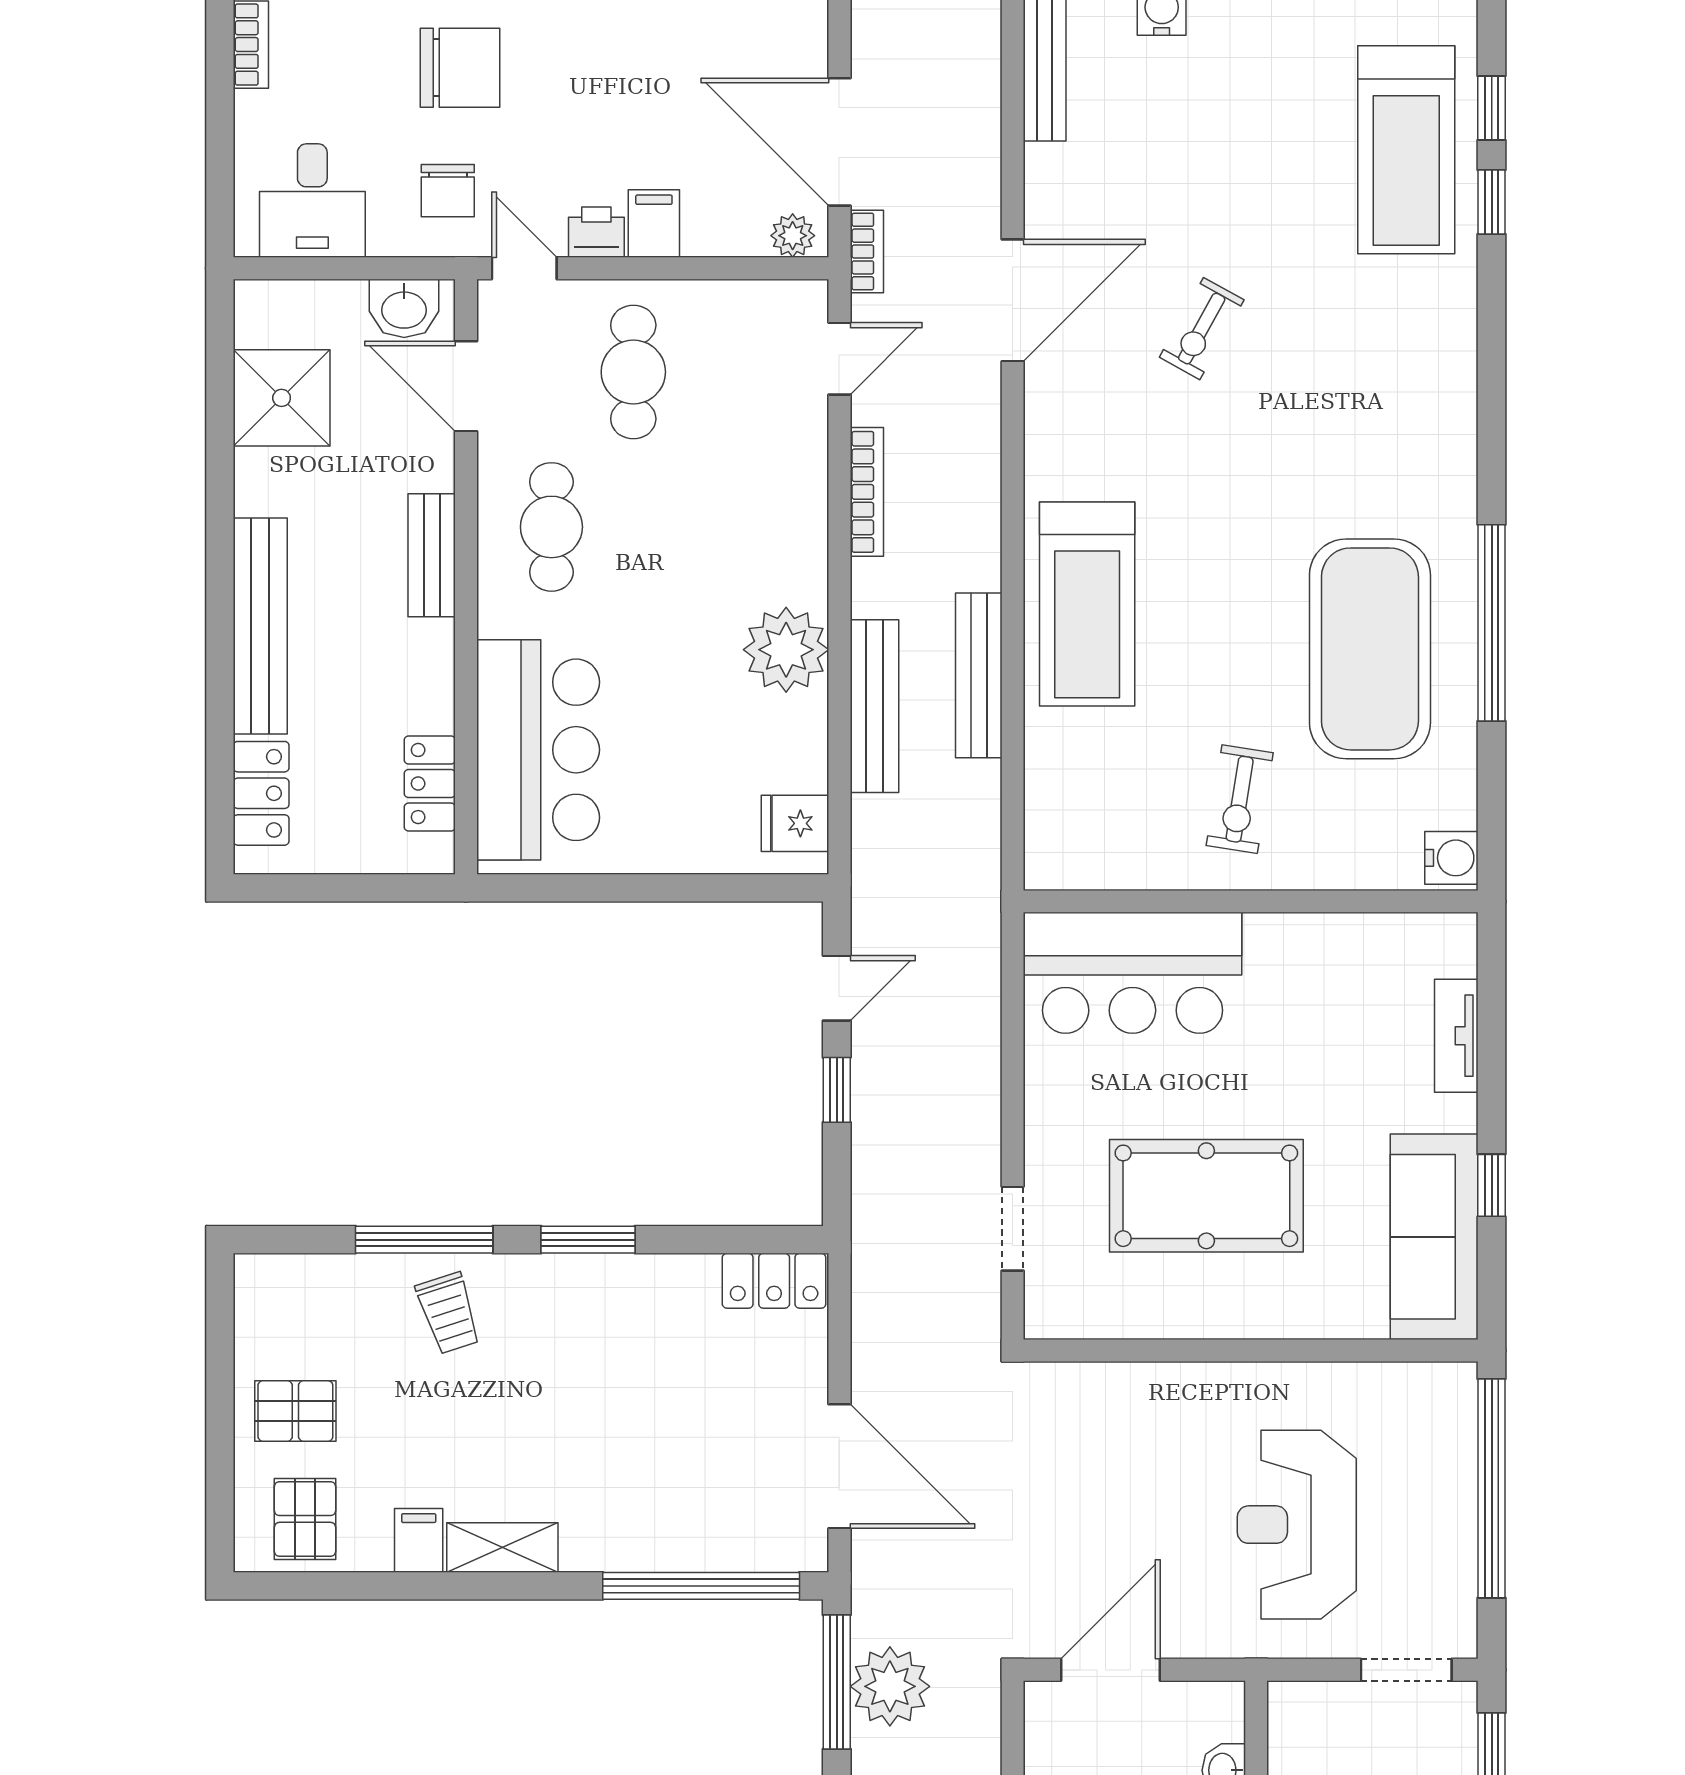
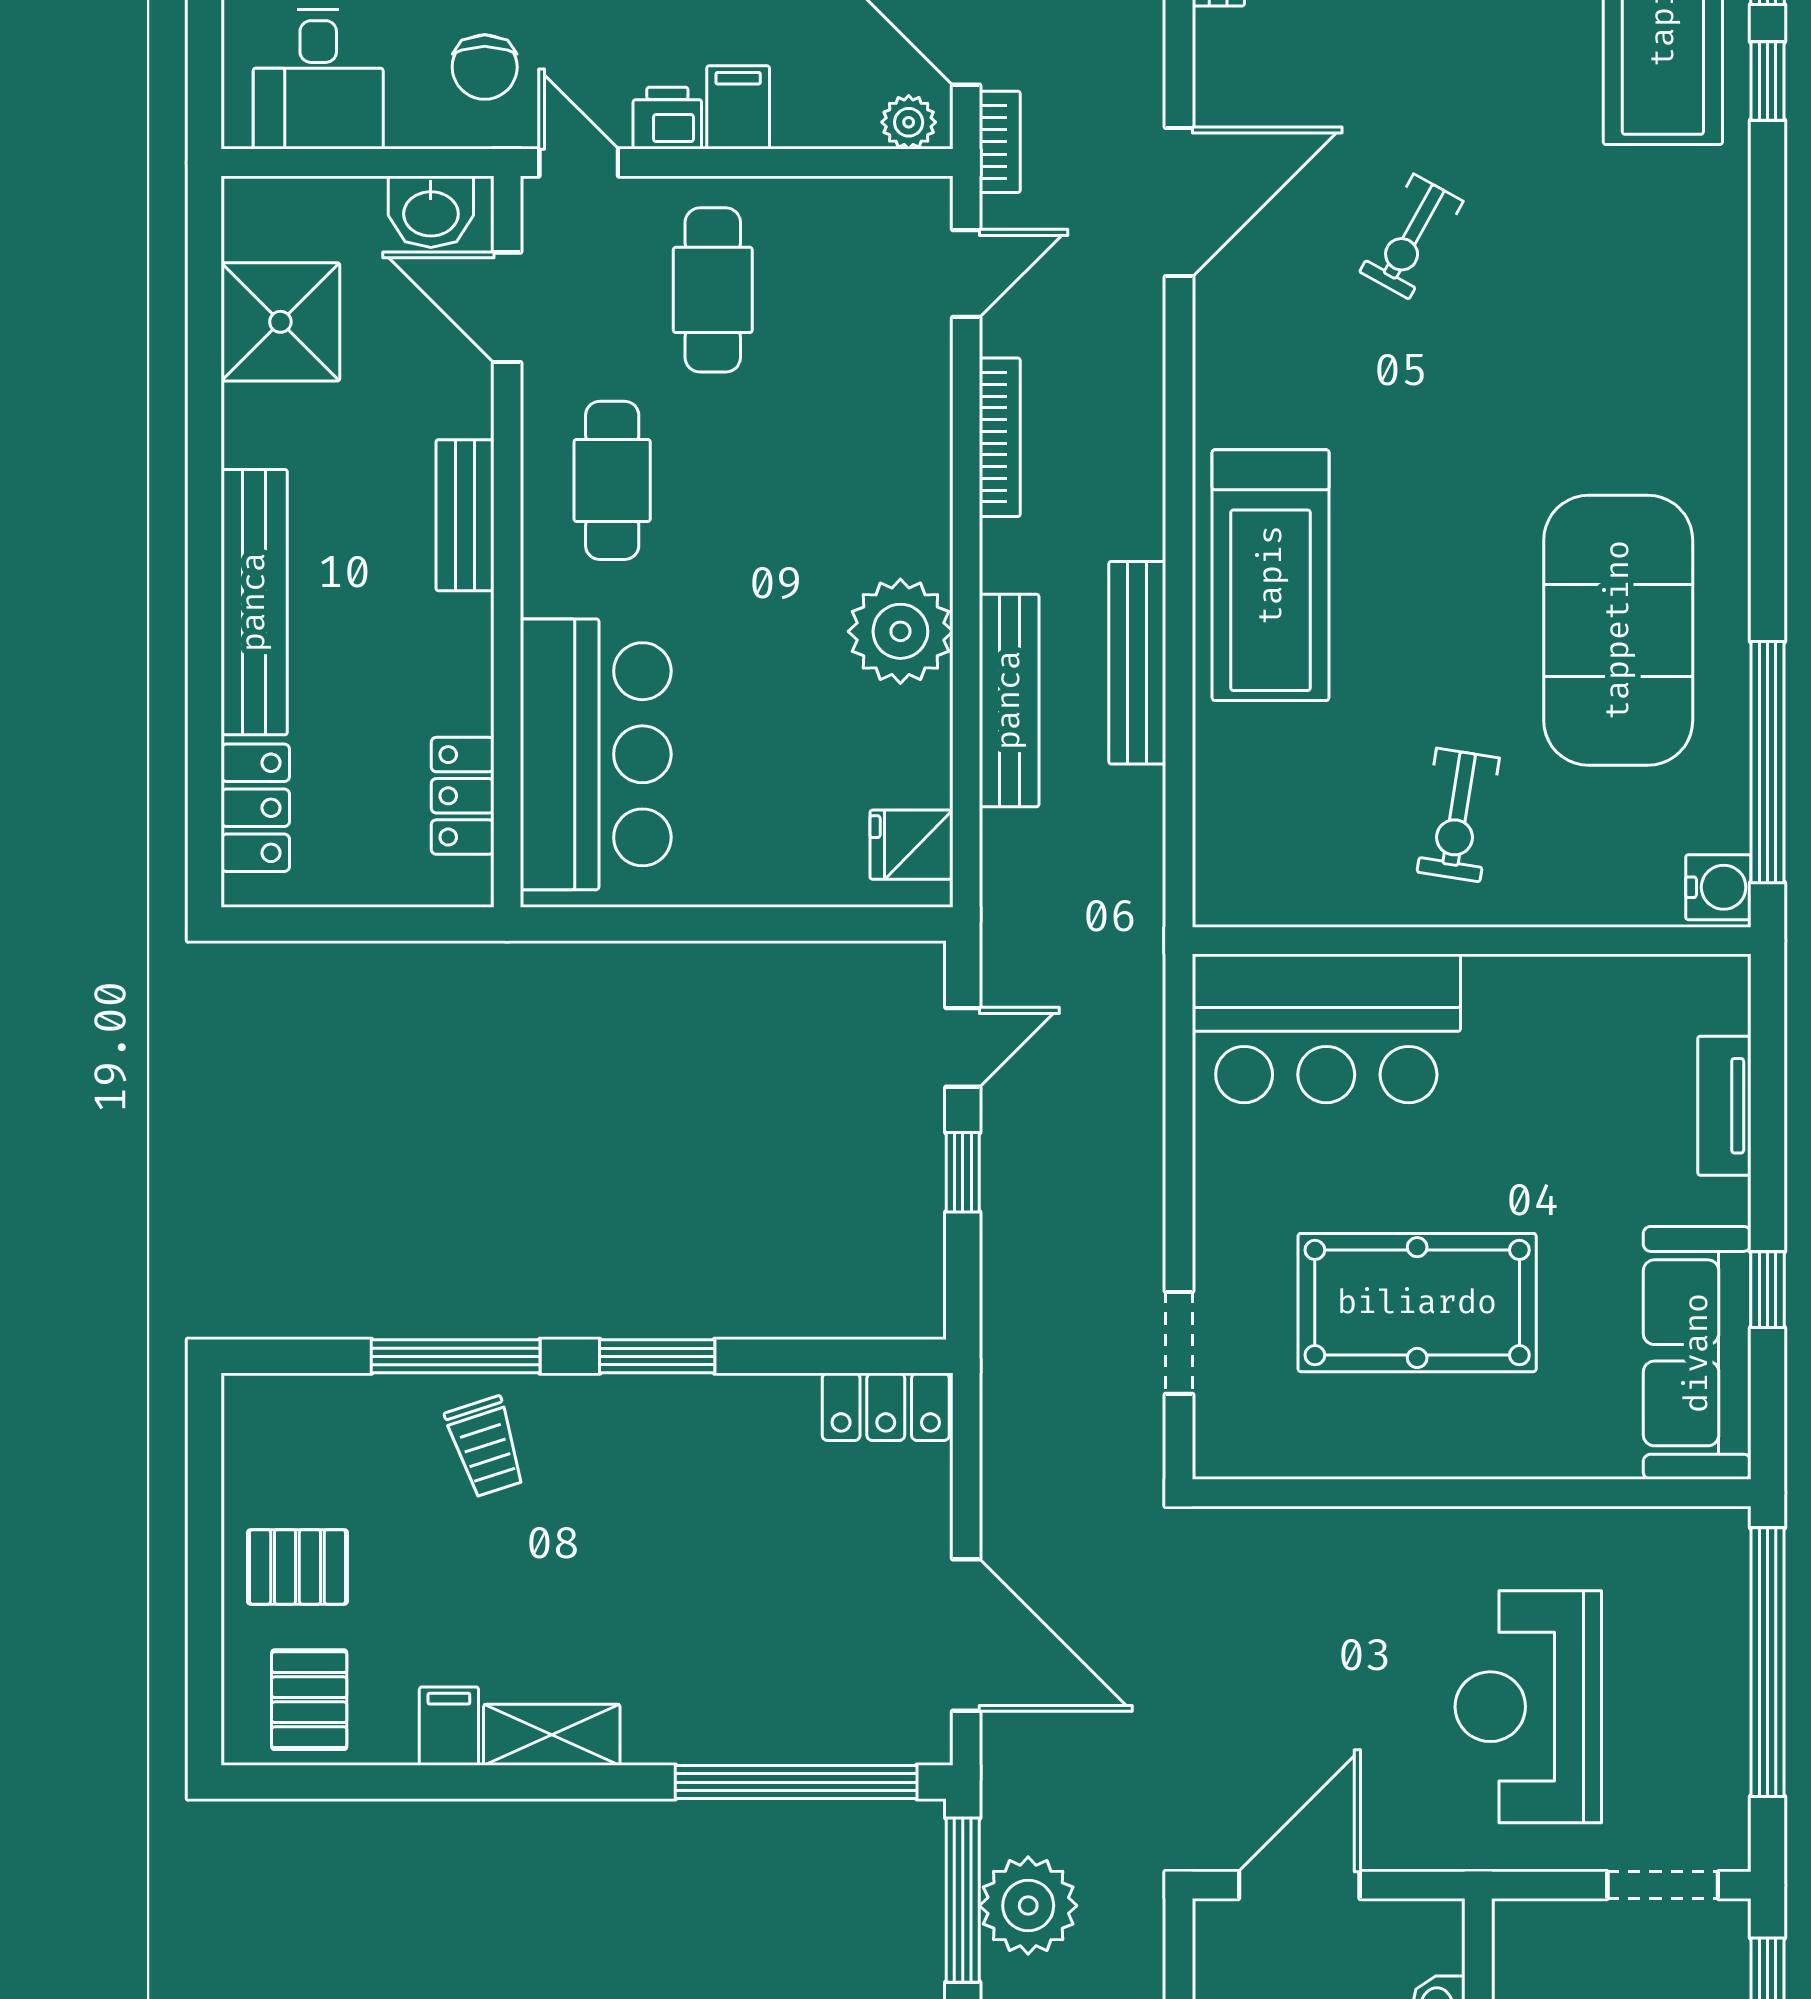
window: (1492, 623) -> (1768, 762), moved

